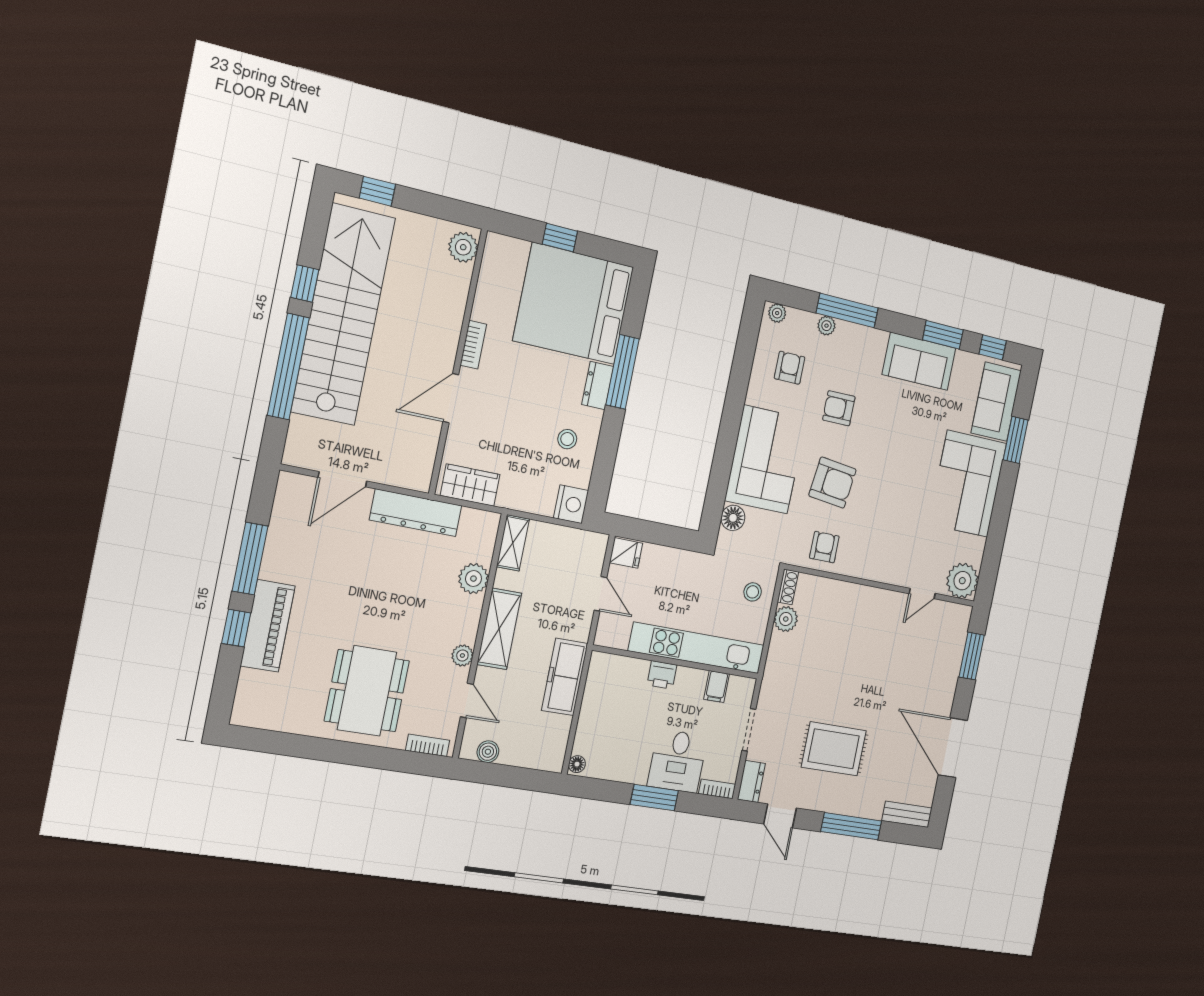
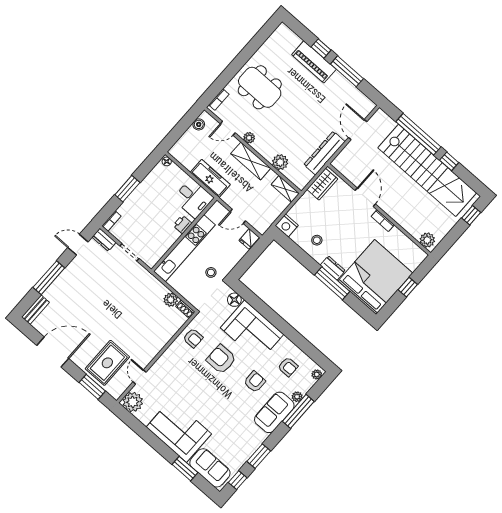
sofa: (919, 361) -> (274, 412), moved
armchair: (832, 483) -> (221, 359), turned 83
stool: (753, 592) -> (211, 272), moved
filing cabinet: (717, 687) -> (160, 248), removed
rug: (834, 749) -> (107, 363), moved
desk: (677, 761) -> (193, 198), moved, turned 180

